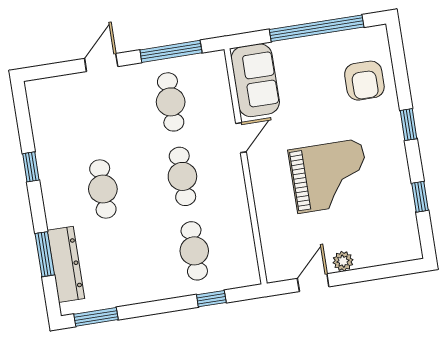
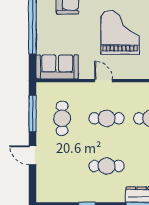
cafe table: (171, 102) -> (62, 118), turned 90
door: (241, 138) -> (104, 81), moved

